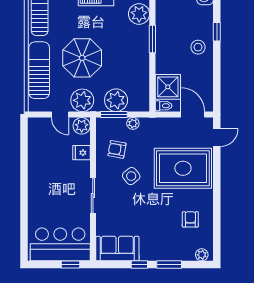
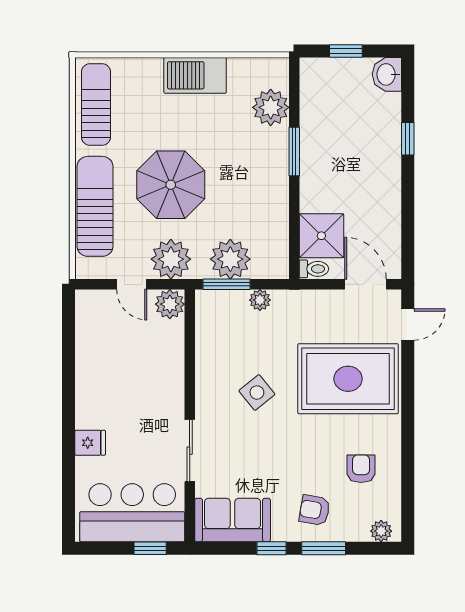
stool: (198, 47) -> (375, 166), removed
armchair: (117, 149) -> (315, 510), moved
fridge: (81, 153) -> (90, 443), moved, turned 180
sliding door: (93, 196) -> (190, 451), moved

